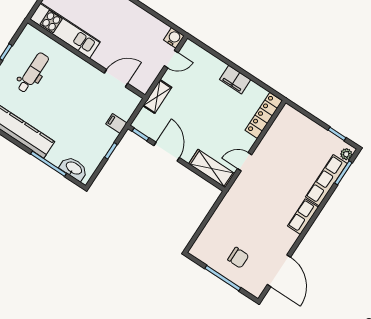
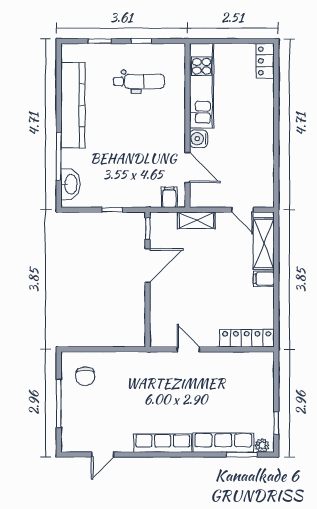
water cooler: (174, 38) -> (199, 139), moved, turned 180
filing cabinet: (235, 80) -> (264, 279), width x0.50
filing cabinet: (116, 123) -> (169, 197), moved
shelving: (212, 169) -> (264, 243), moved
row of seats: (303, 217) -> (163, 443), width x1.48
chair: (238, 258) -> (85, 376), moved
door: (279, 271) -> (103, 455), width x0.53

